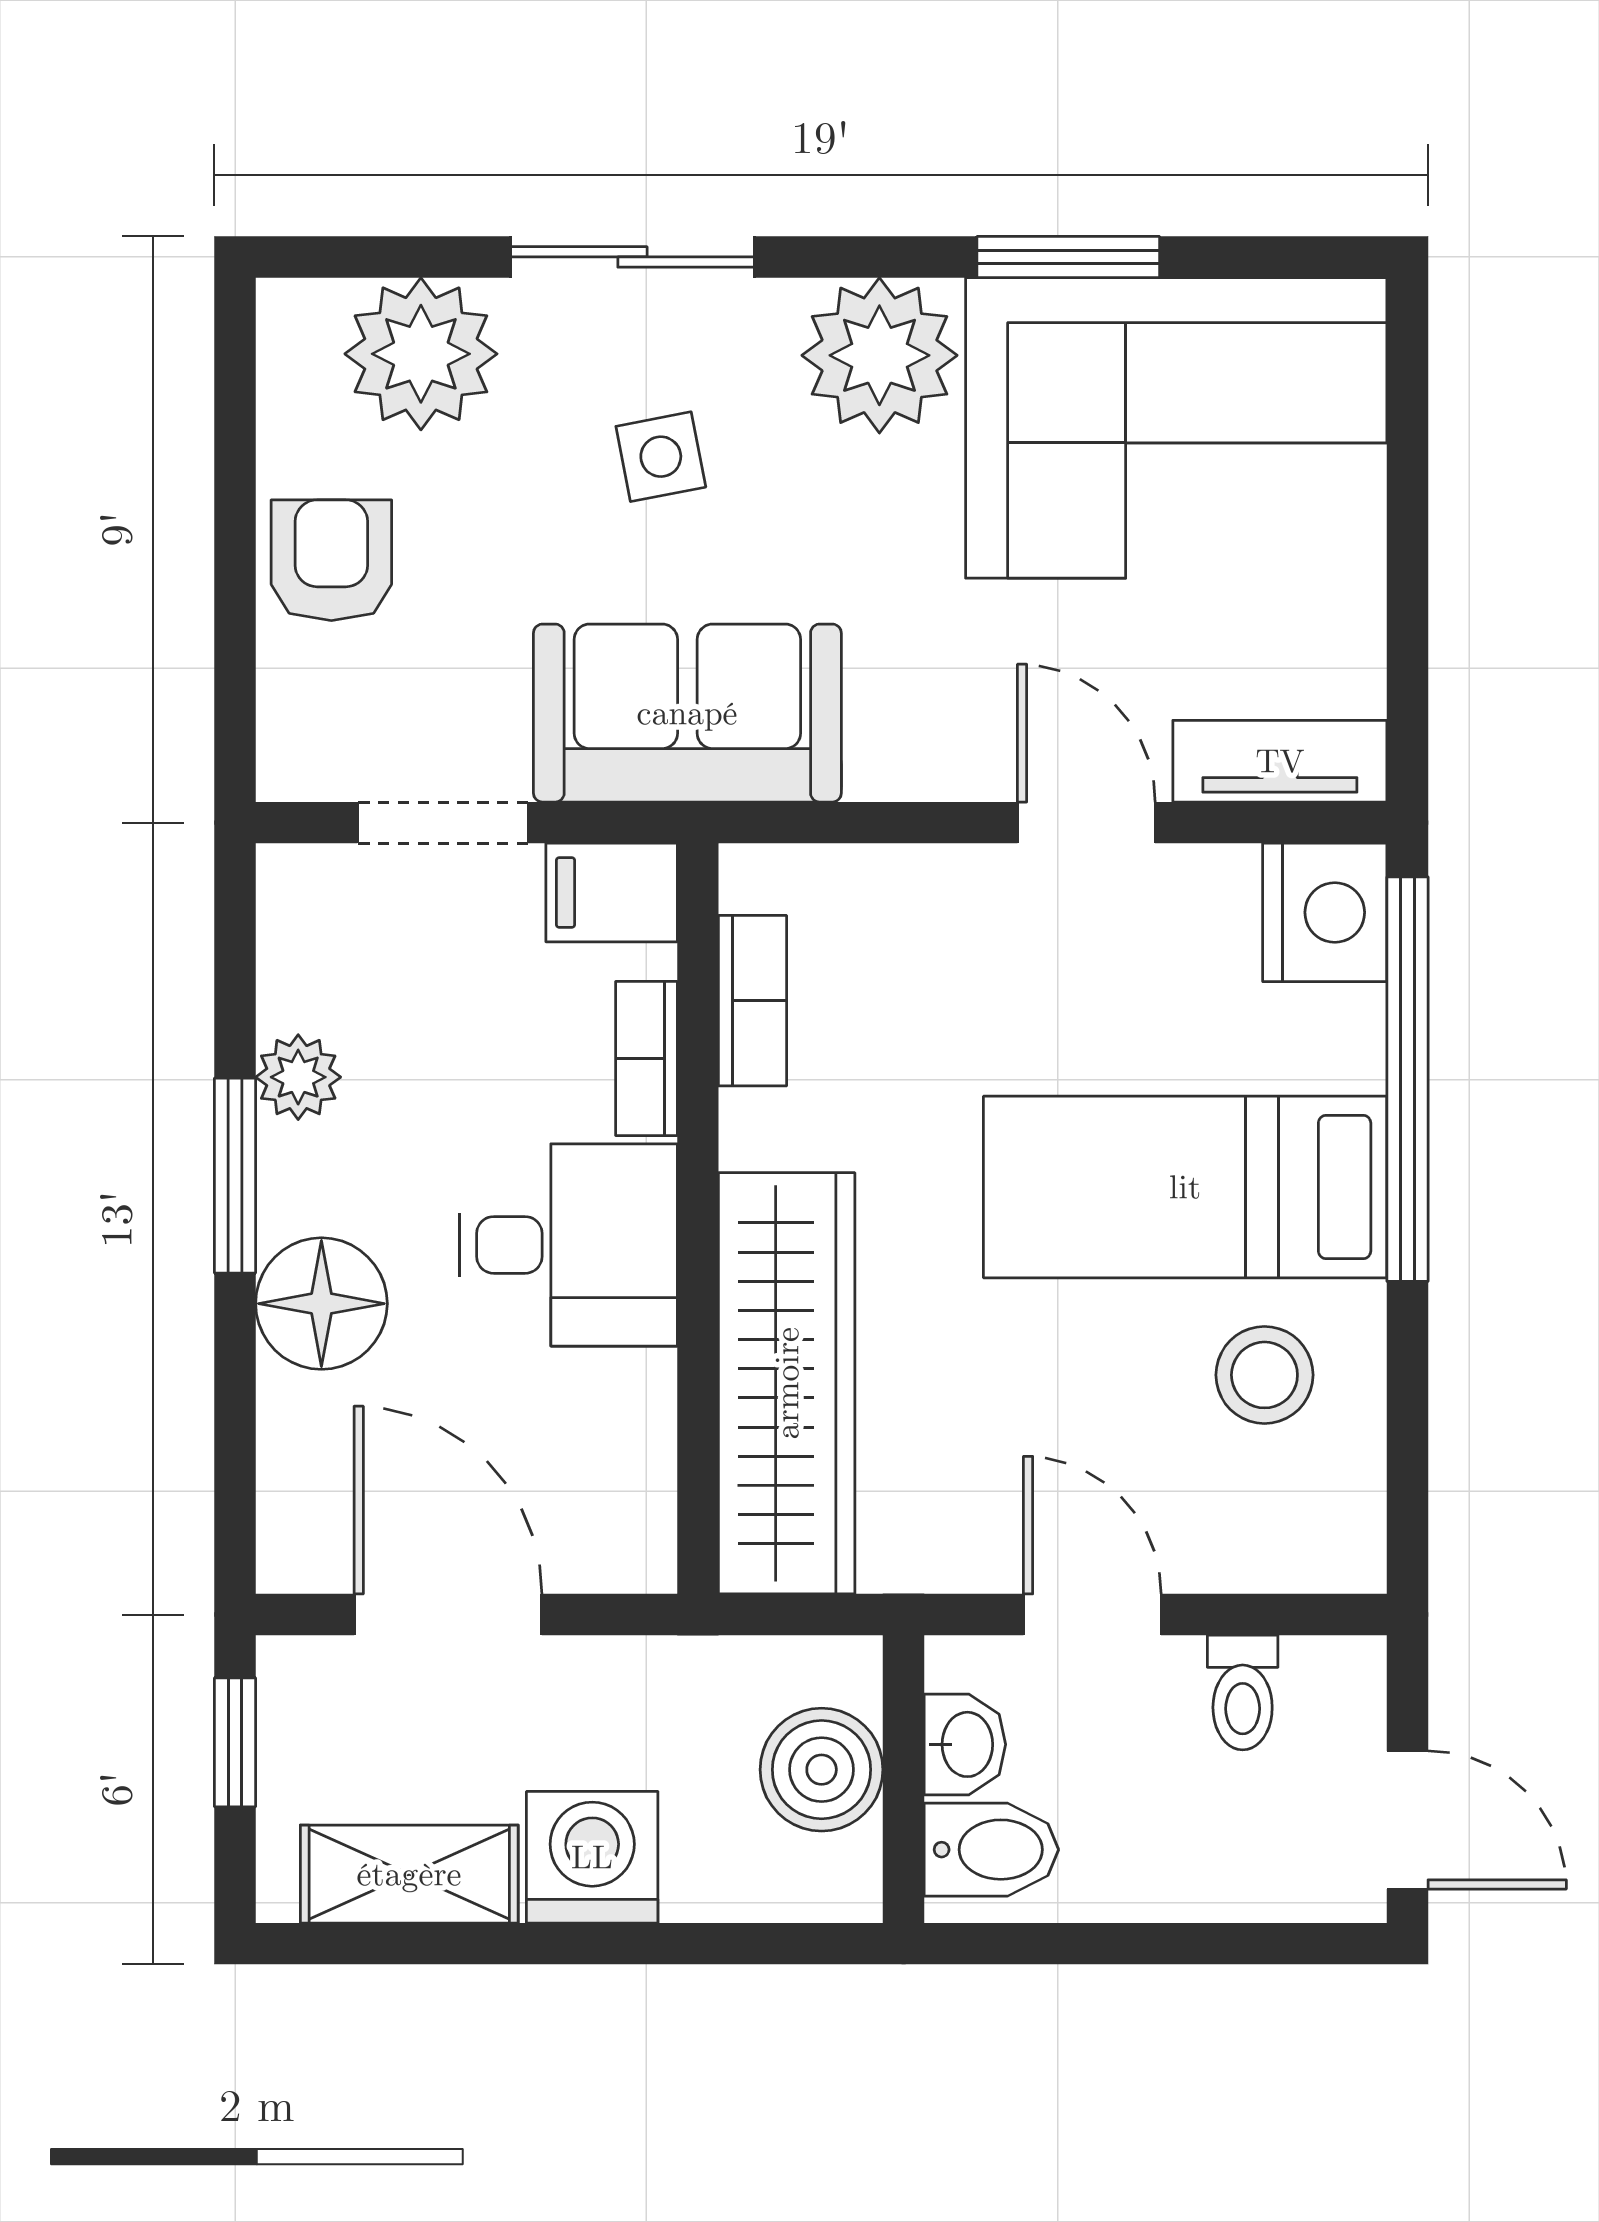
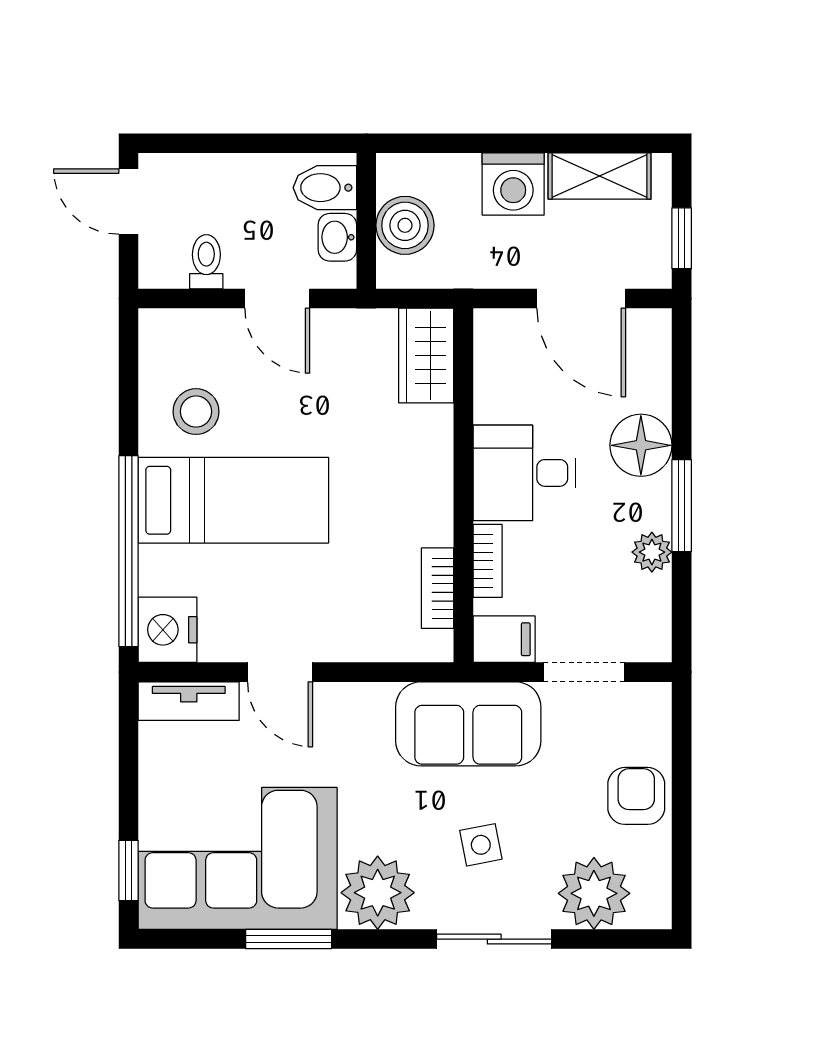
window: (1408, 402) -> (129, 870), added
armchair: (331, 560) -> (636, 796), turned 180
wardrobe: (787, 1383) -> (426, 356), width x0.48, depth x0.85

